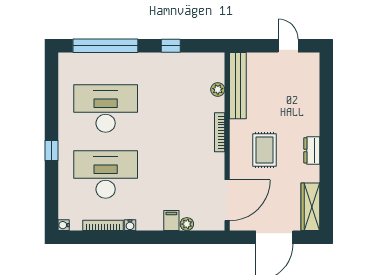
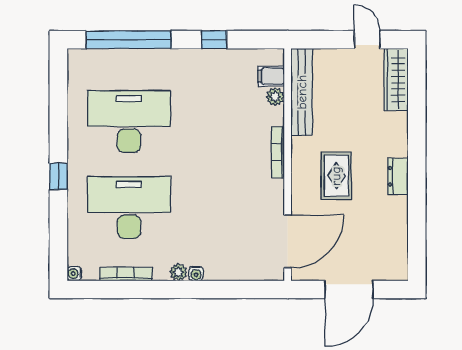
wardrobe: (310, 207) -> (396, 79), moved
filing cabinet: (171, 220) -> (271, 76), moved, turned -90
plant: (187, 224) -> (178, 272), moved
water cooler: (130, 225) -> (196, 274), moved

